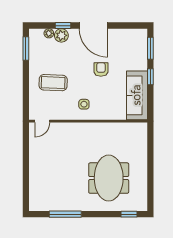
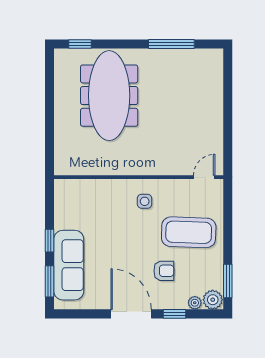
plant: (61, 35) -> (213, 300), moved
armchair: (101, 69) -> (164, 271), moved, turned -90
coffee table: (53, 83) -> (189, 232), width x1.36, depth x1.32
sofa: (137, 95) -> (69, 265), moved
meeting table: (109, 178) -> (109, 96), width x1.36

